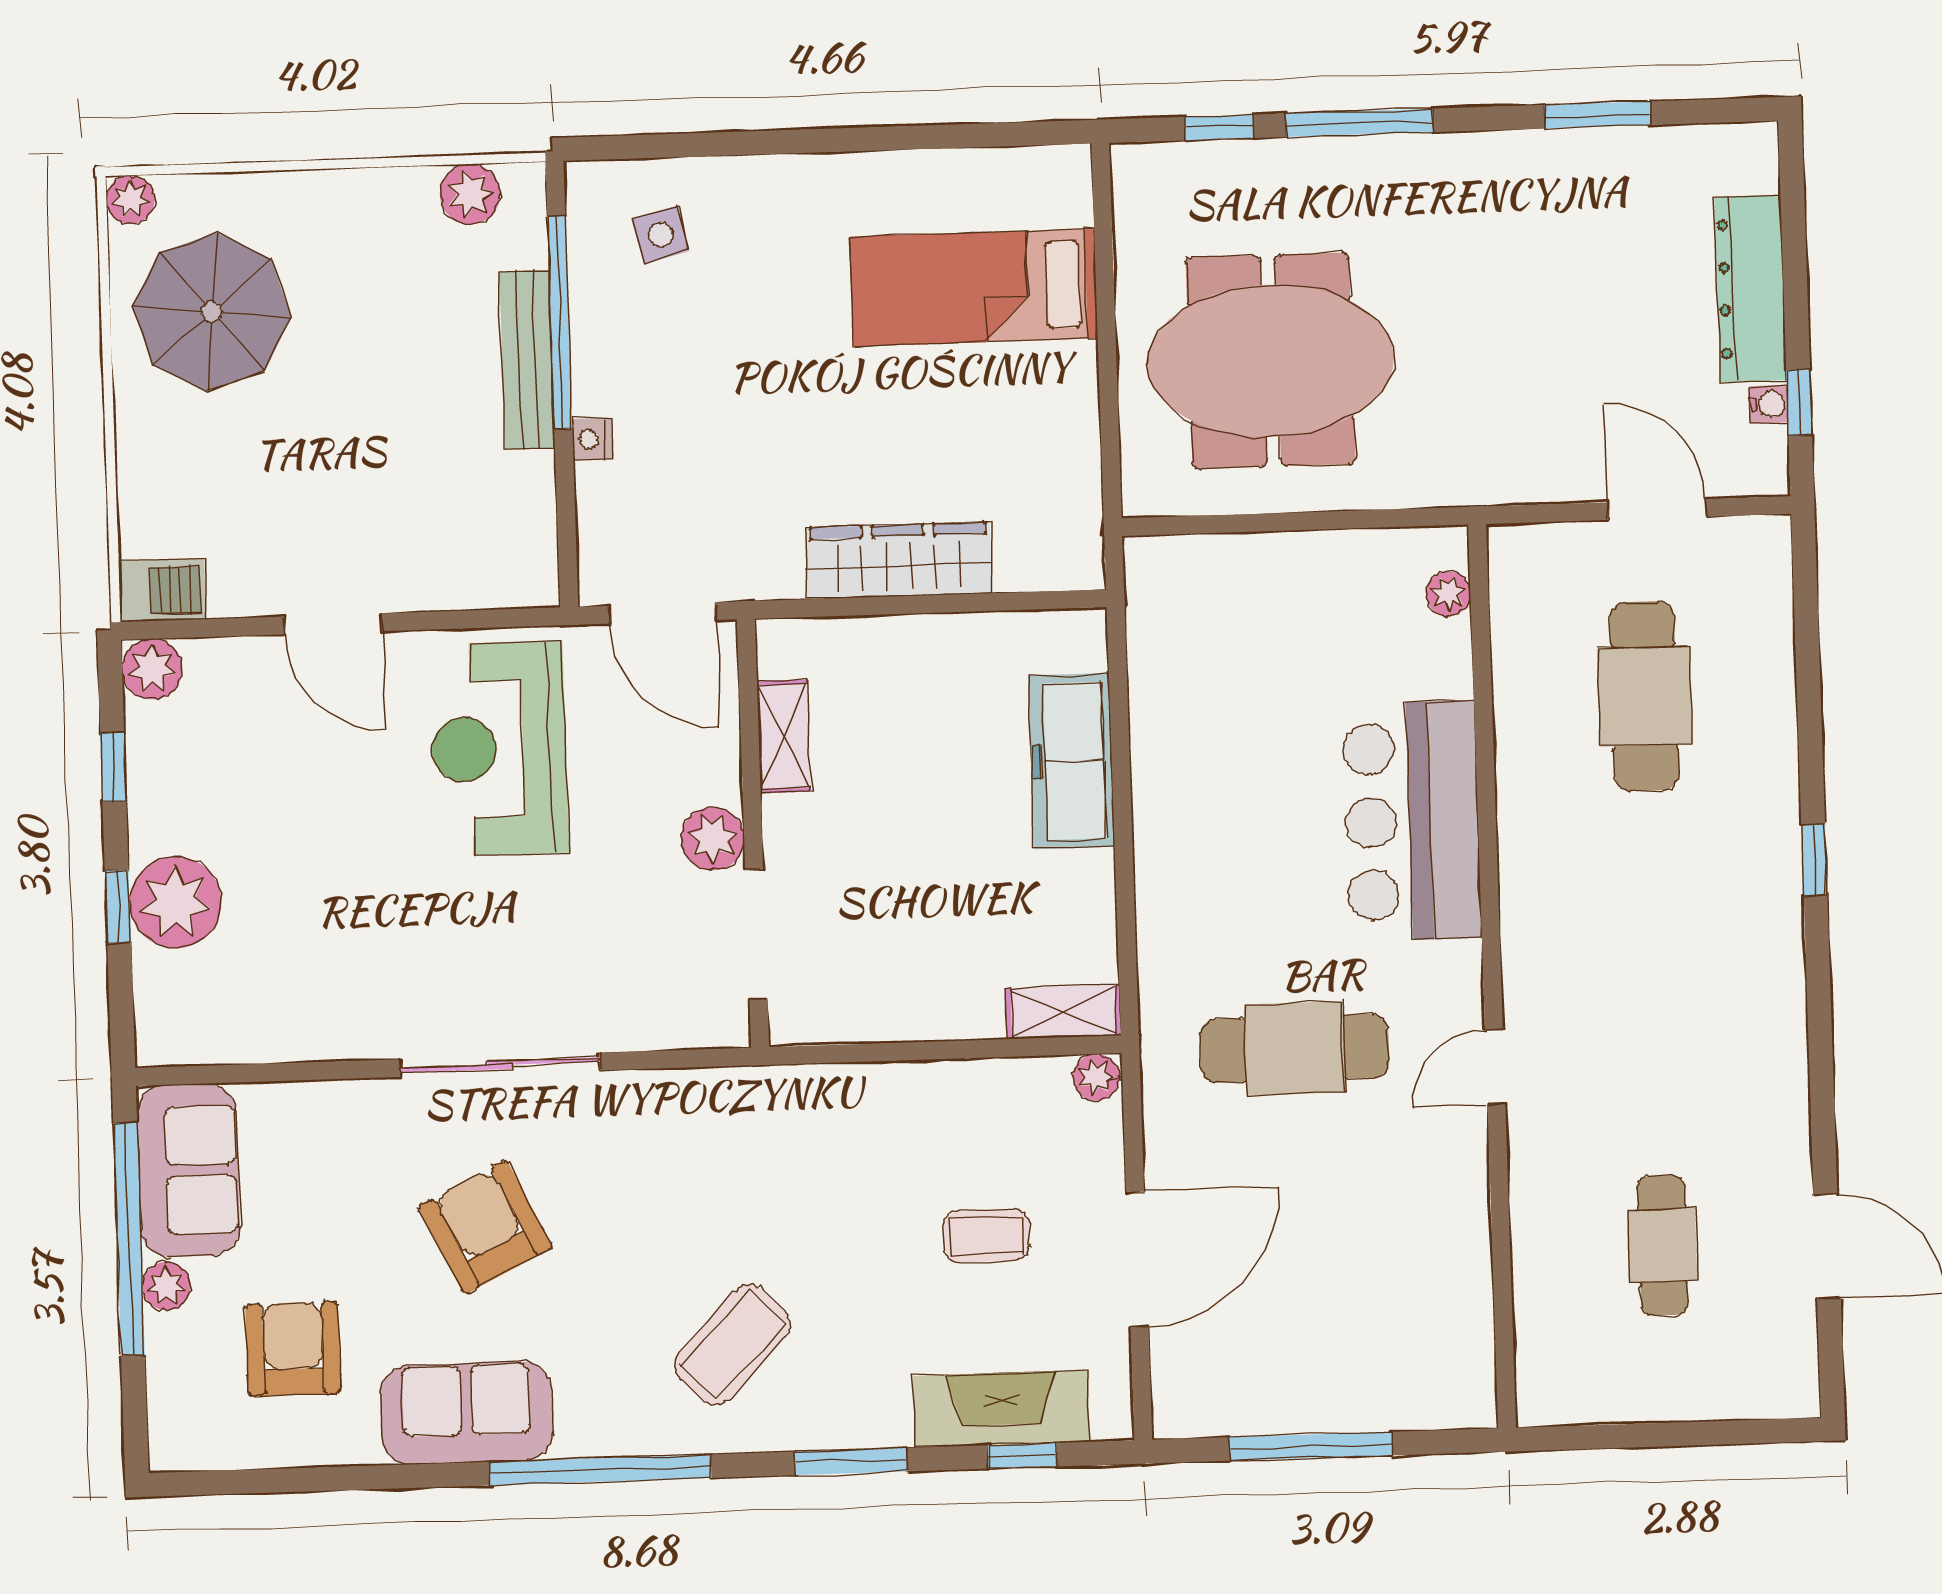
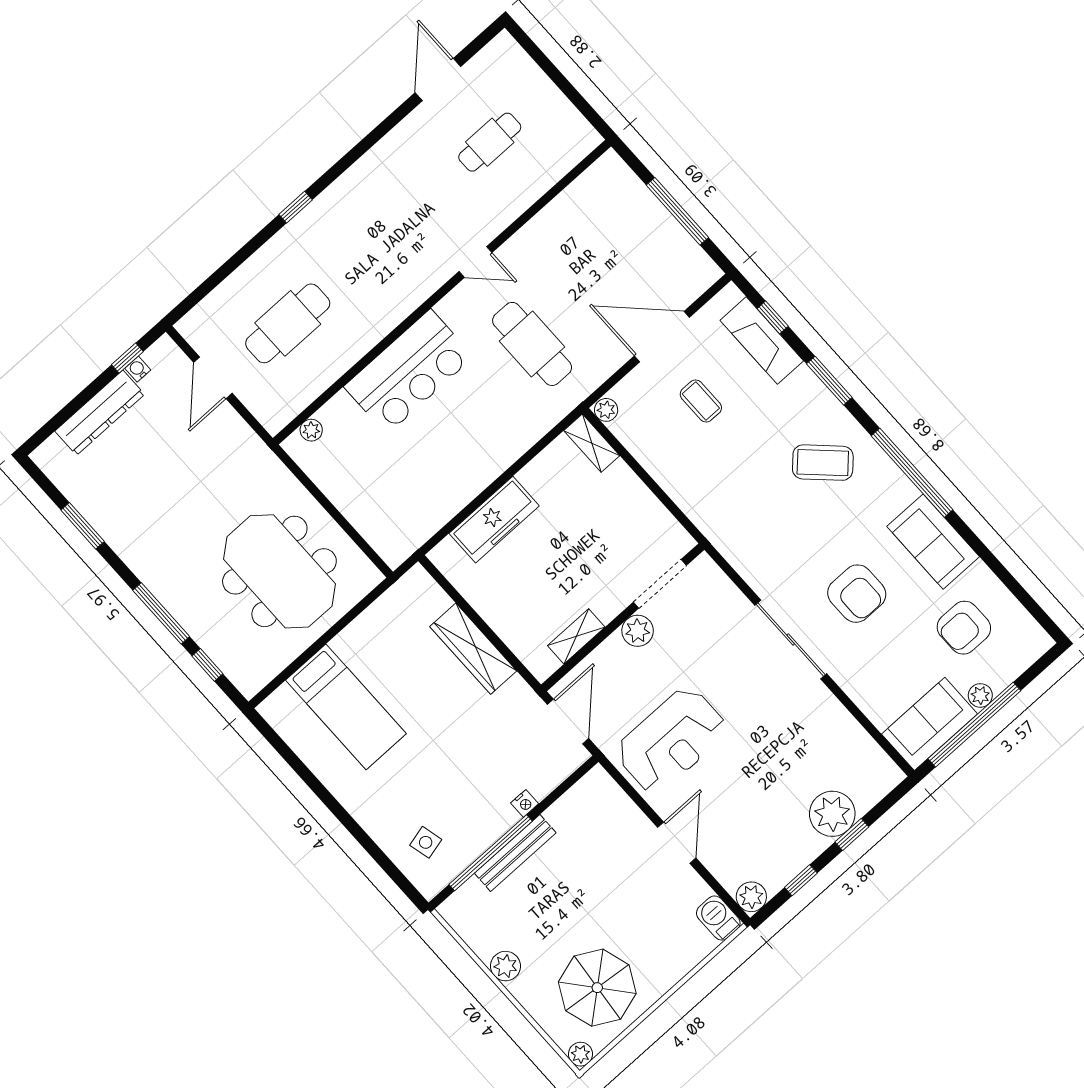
plant: (470, 194) -> (505, 966), moved
armchair: (485, 1227) -> (857, 594), turned -64

